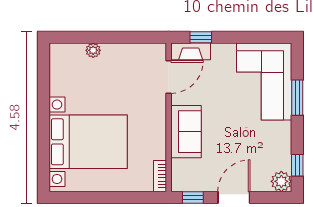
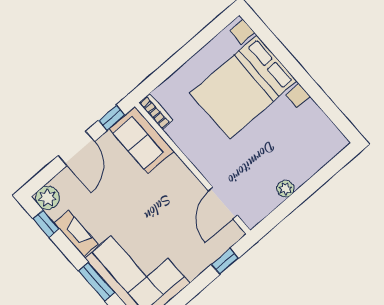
plant: (93, 50) -> (285, 189), moved
fireplace: (191, 51) -> (76, 234), moved, turned 90
sofa: (186, 132) -> (141, 140), moved

